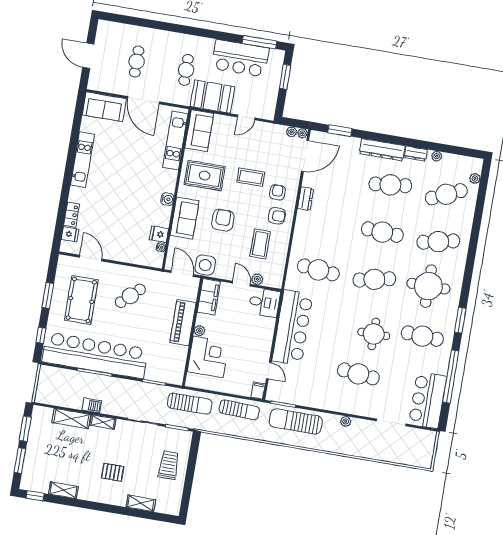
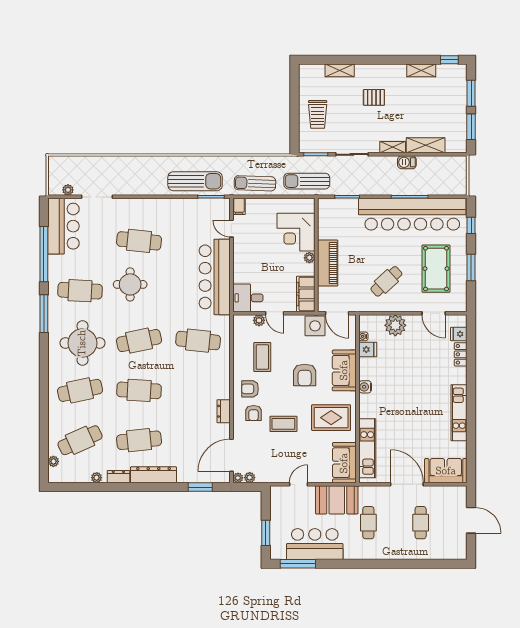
plant: (129, 253) -> (395, 325), added
window: (460, 320) -> (44, 314), width x1.44
plant: (346, 421) -> (68, 190), moved

